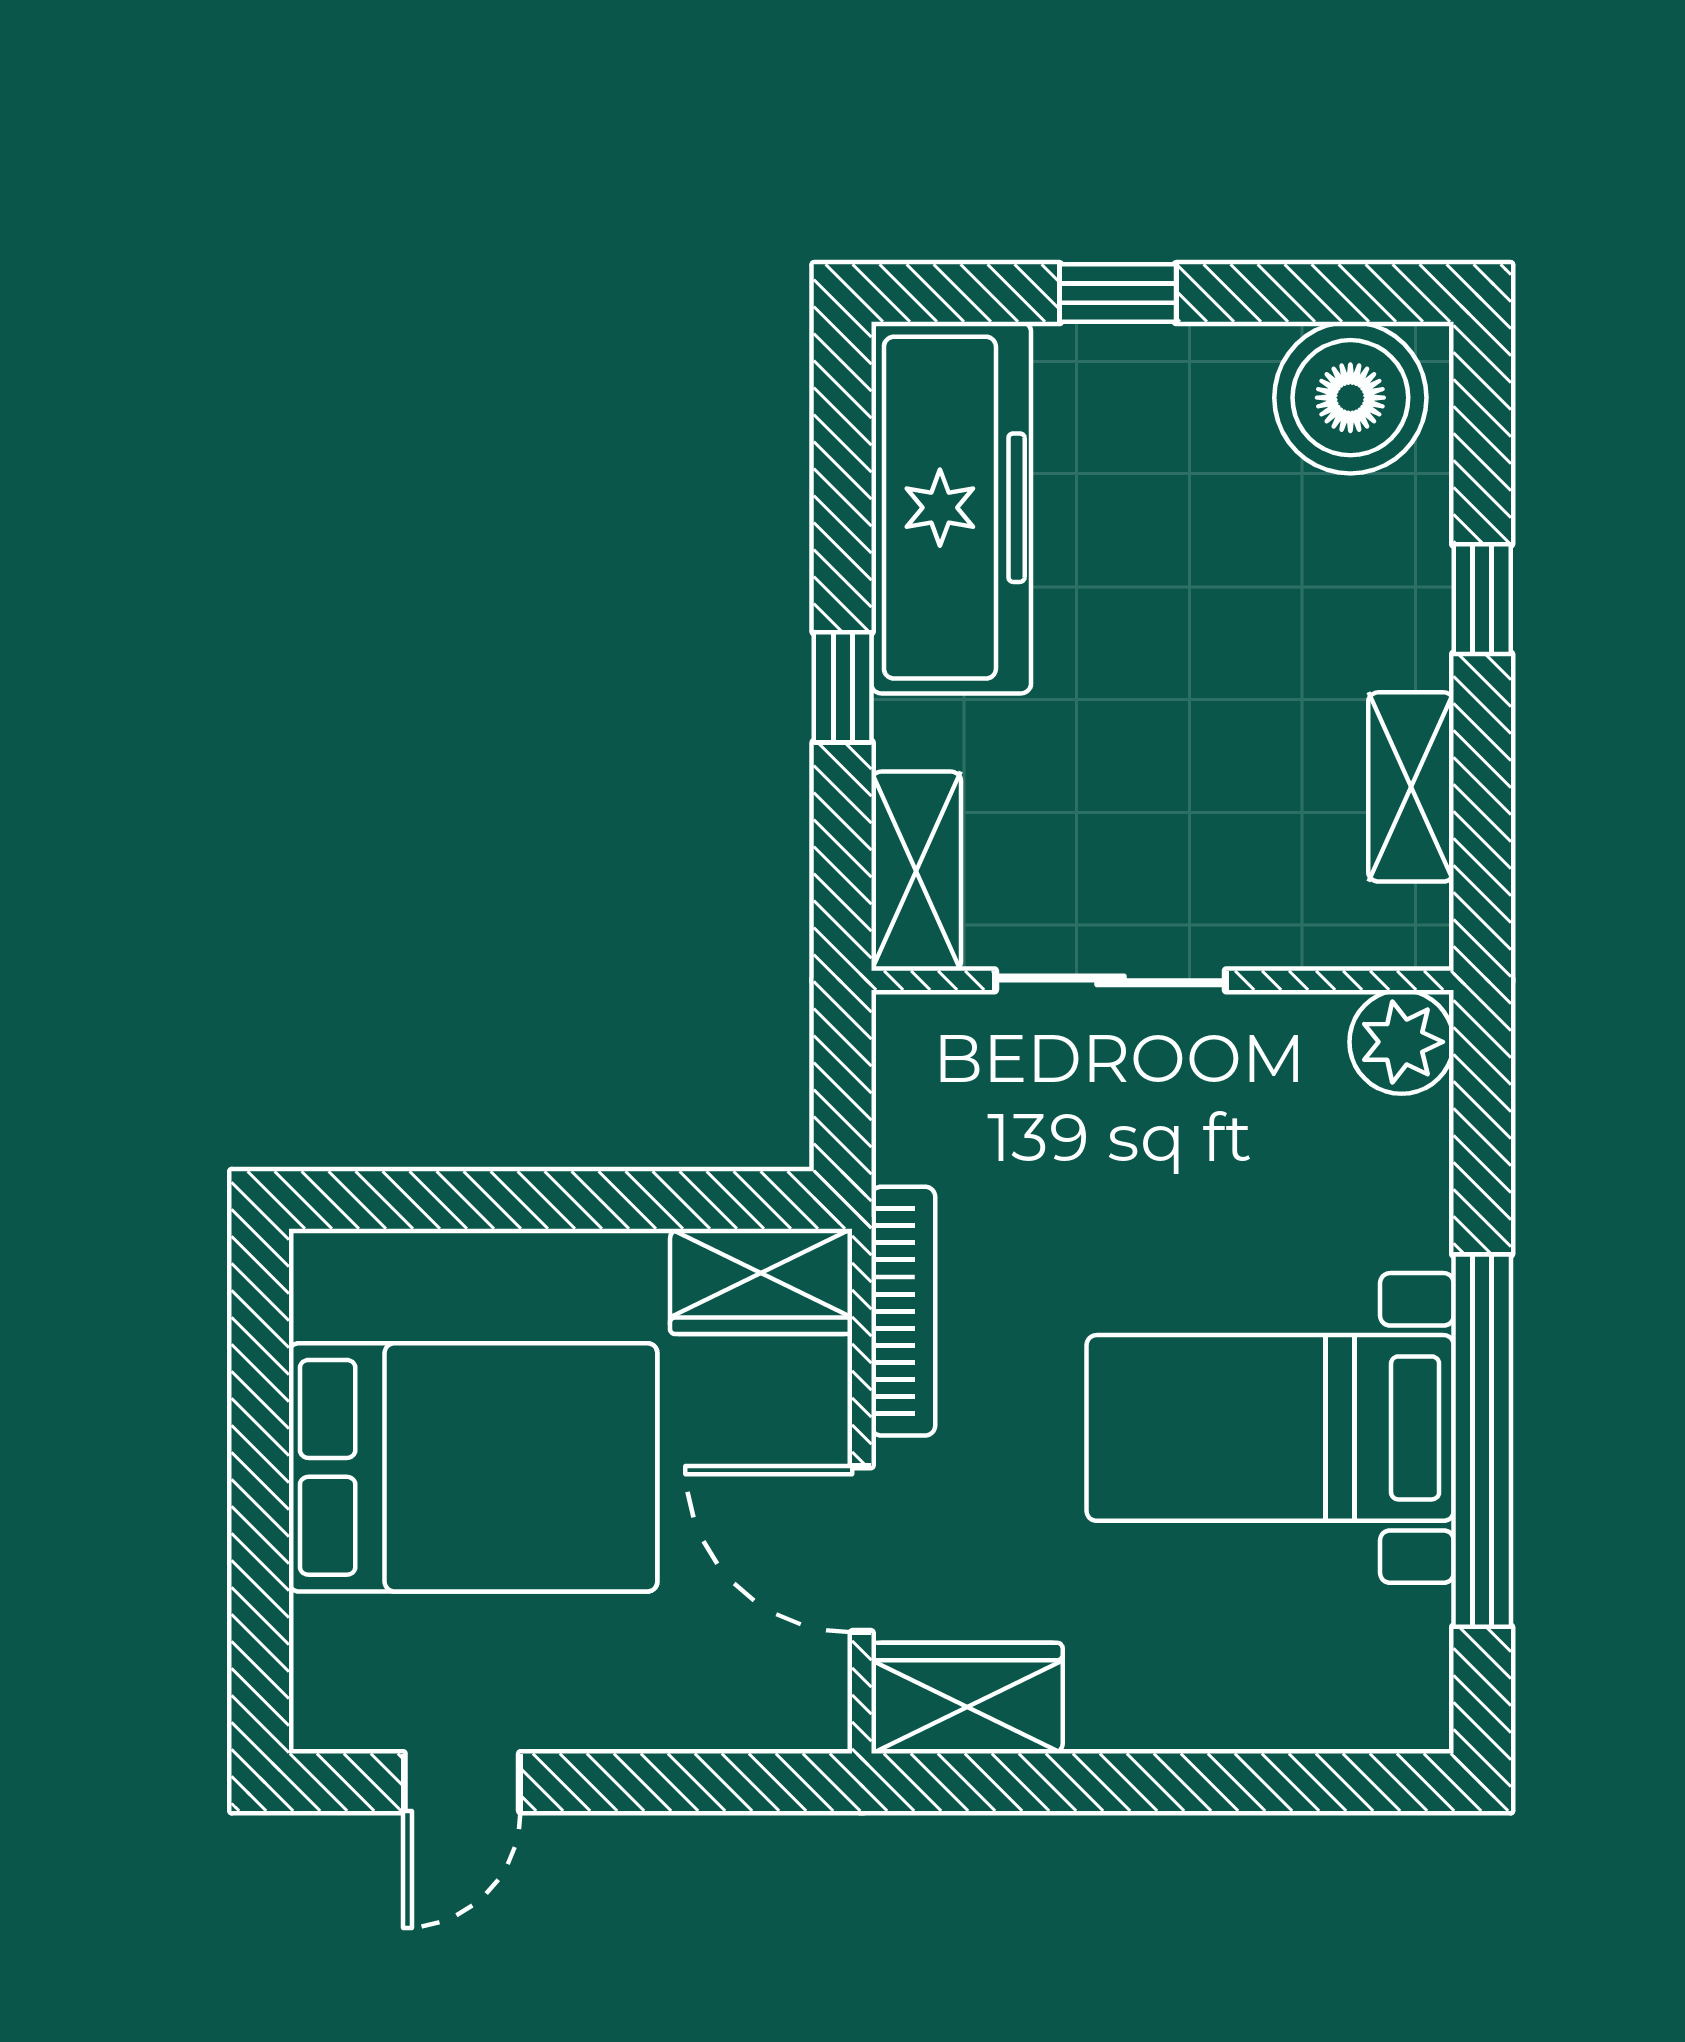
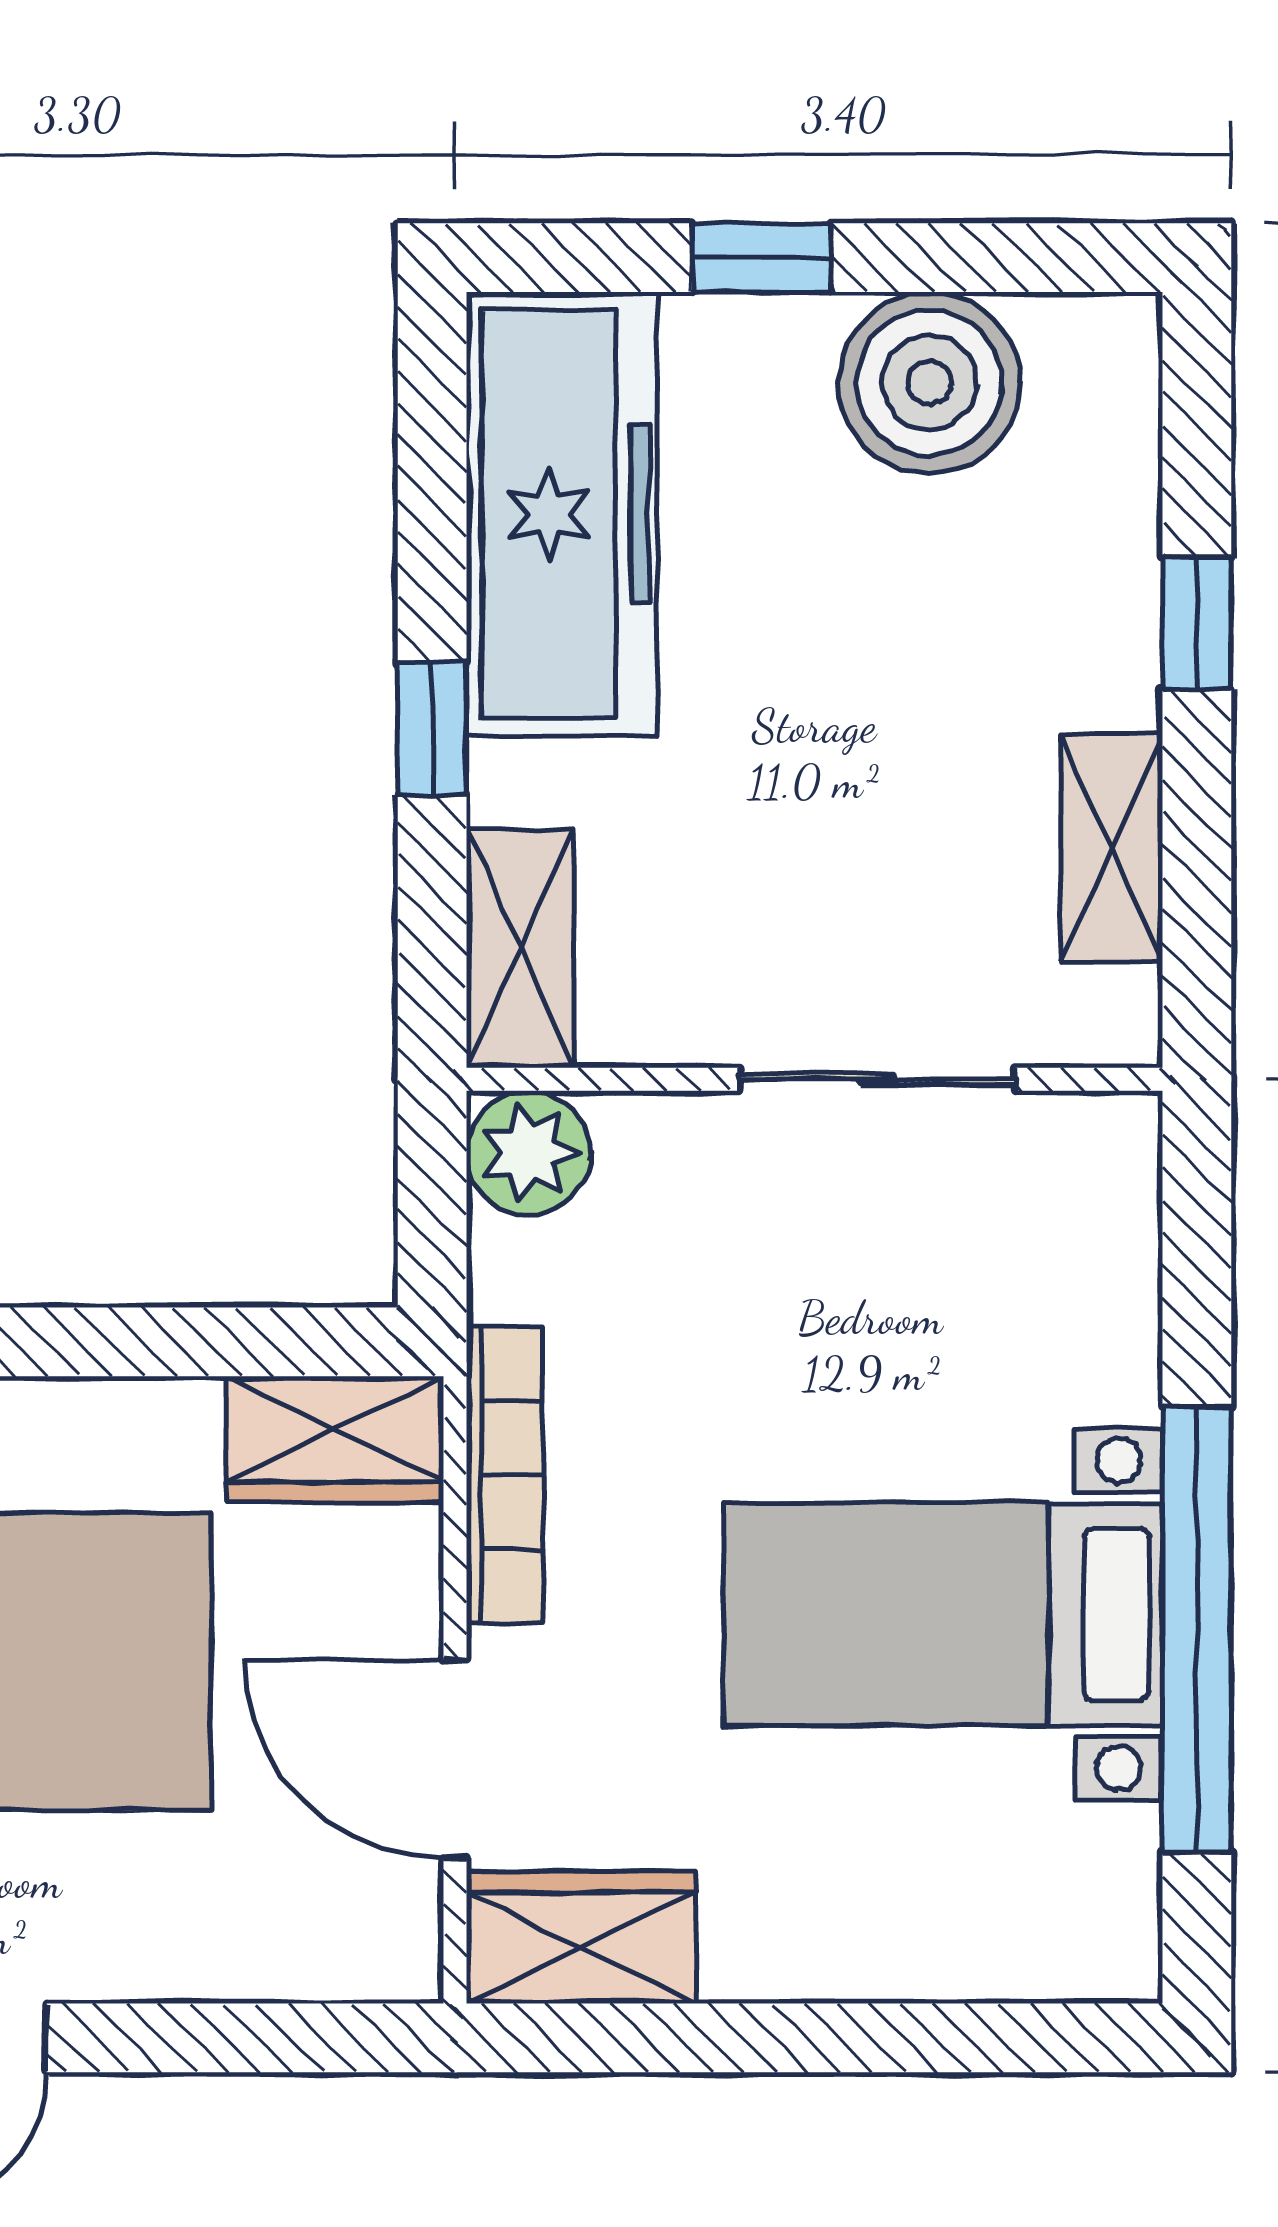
boiler: (1350, 398) -> (929, 383), moved
sliding door: (1110, 980) -> (877, 1079), moved
plant: (1402, 1042) -> (529, 1153), moved

